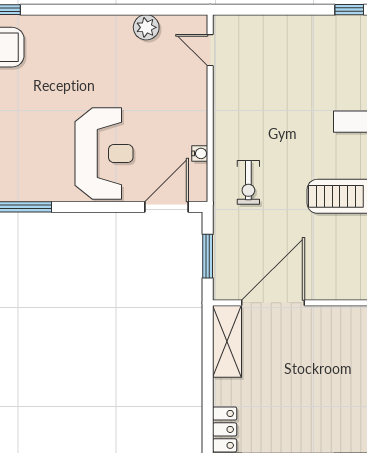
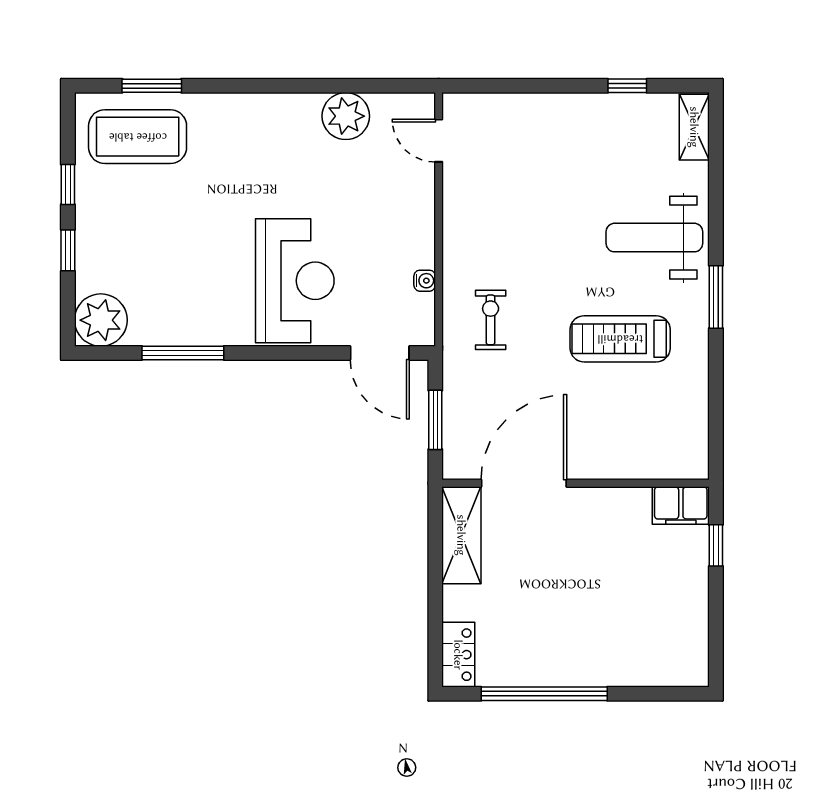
plant: (146, 27) -> (346, 116), width x1.36, depth x1.36
exercise bike: (248, 182) -> (491, 320), turned 180
door: (167, 207) -> (380, 353), swing flipped

